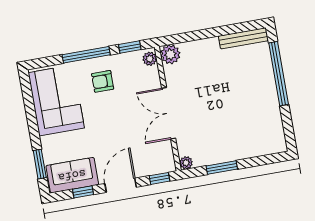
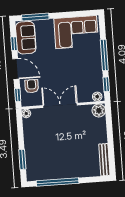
window: (279, 74) -> (58, 182), moved
armchair: (103, 81) -> (32, 86), moved
window: (40, 164) -> (35, 17), width x1.44
window: (222, 167) -> (22, 159), moved

